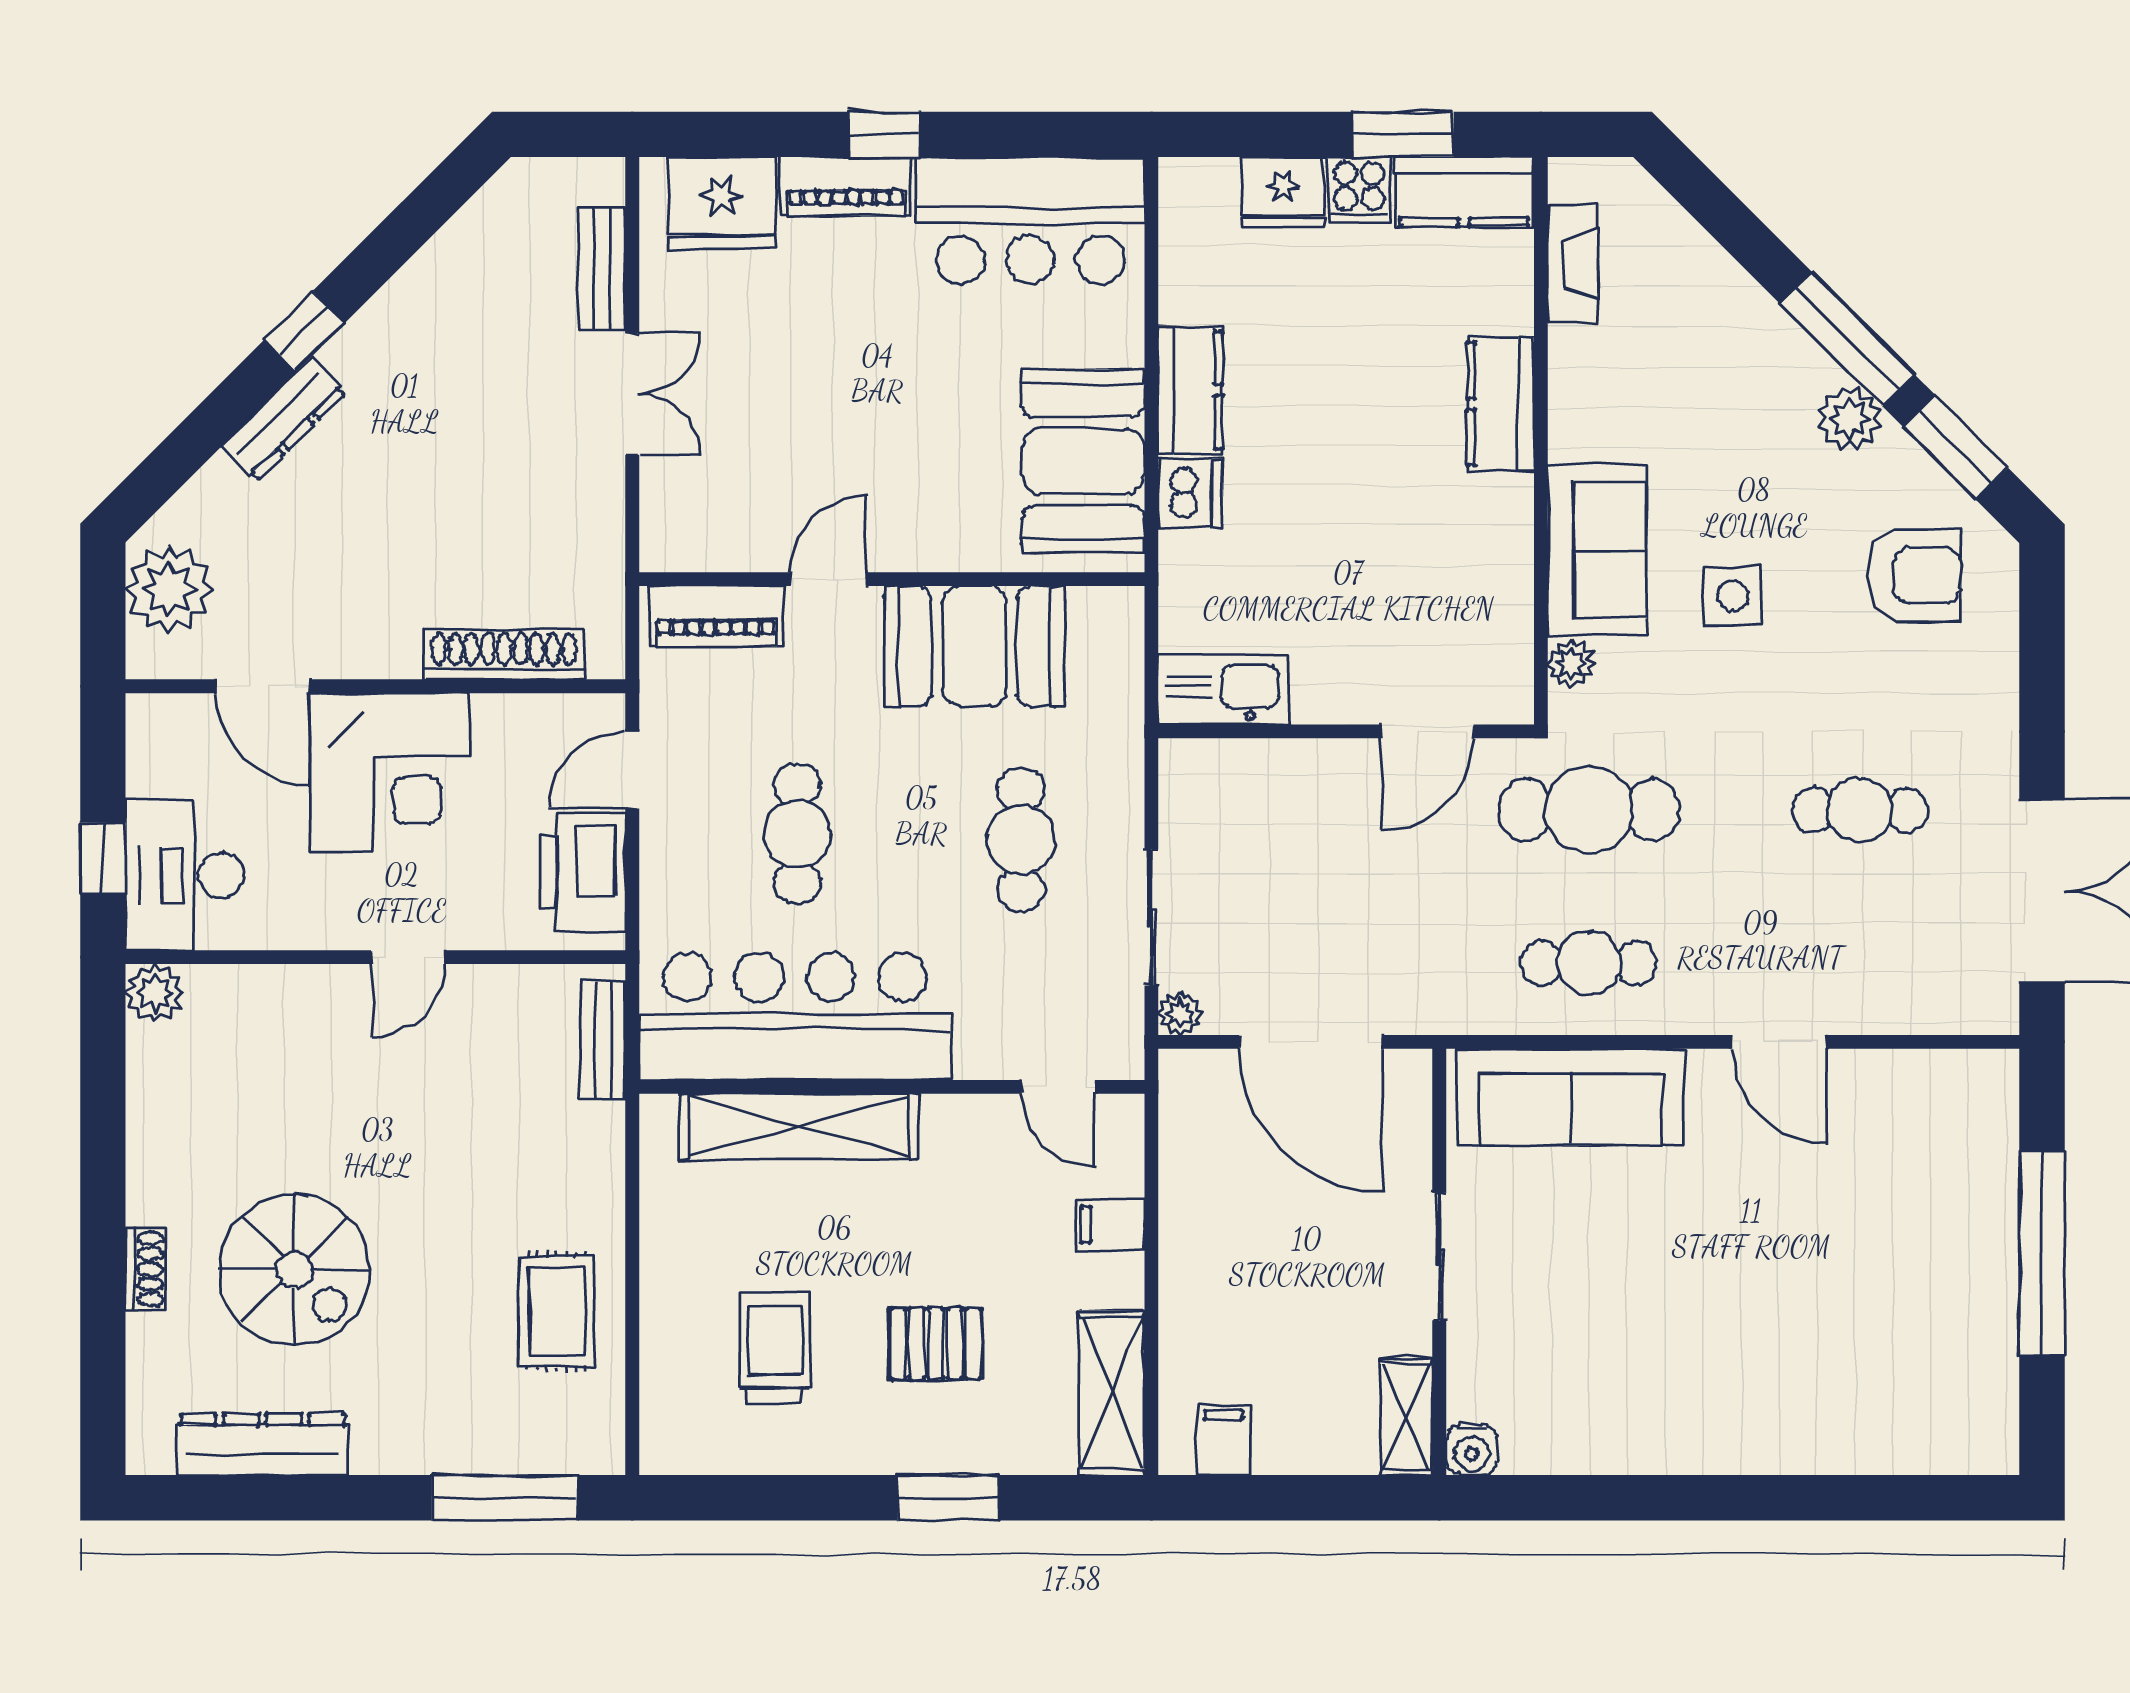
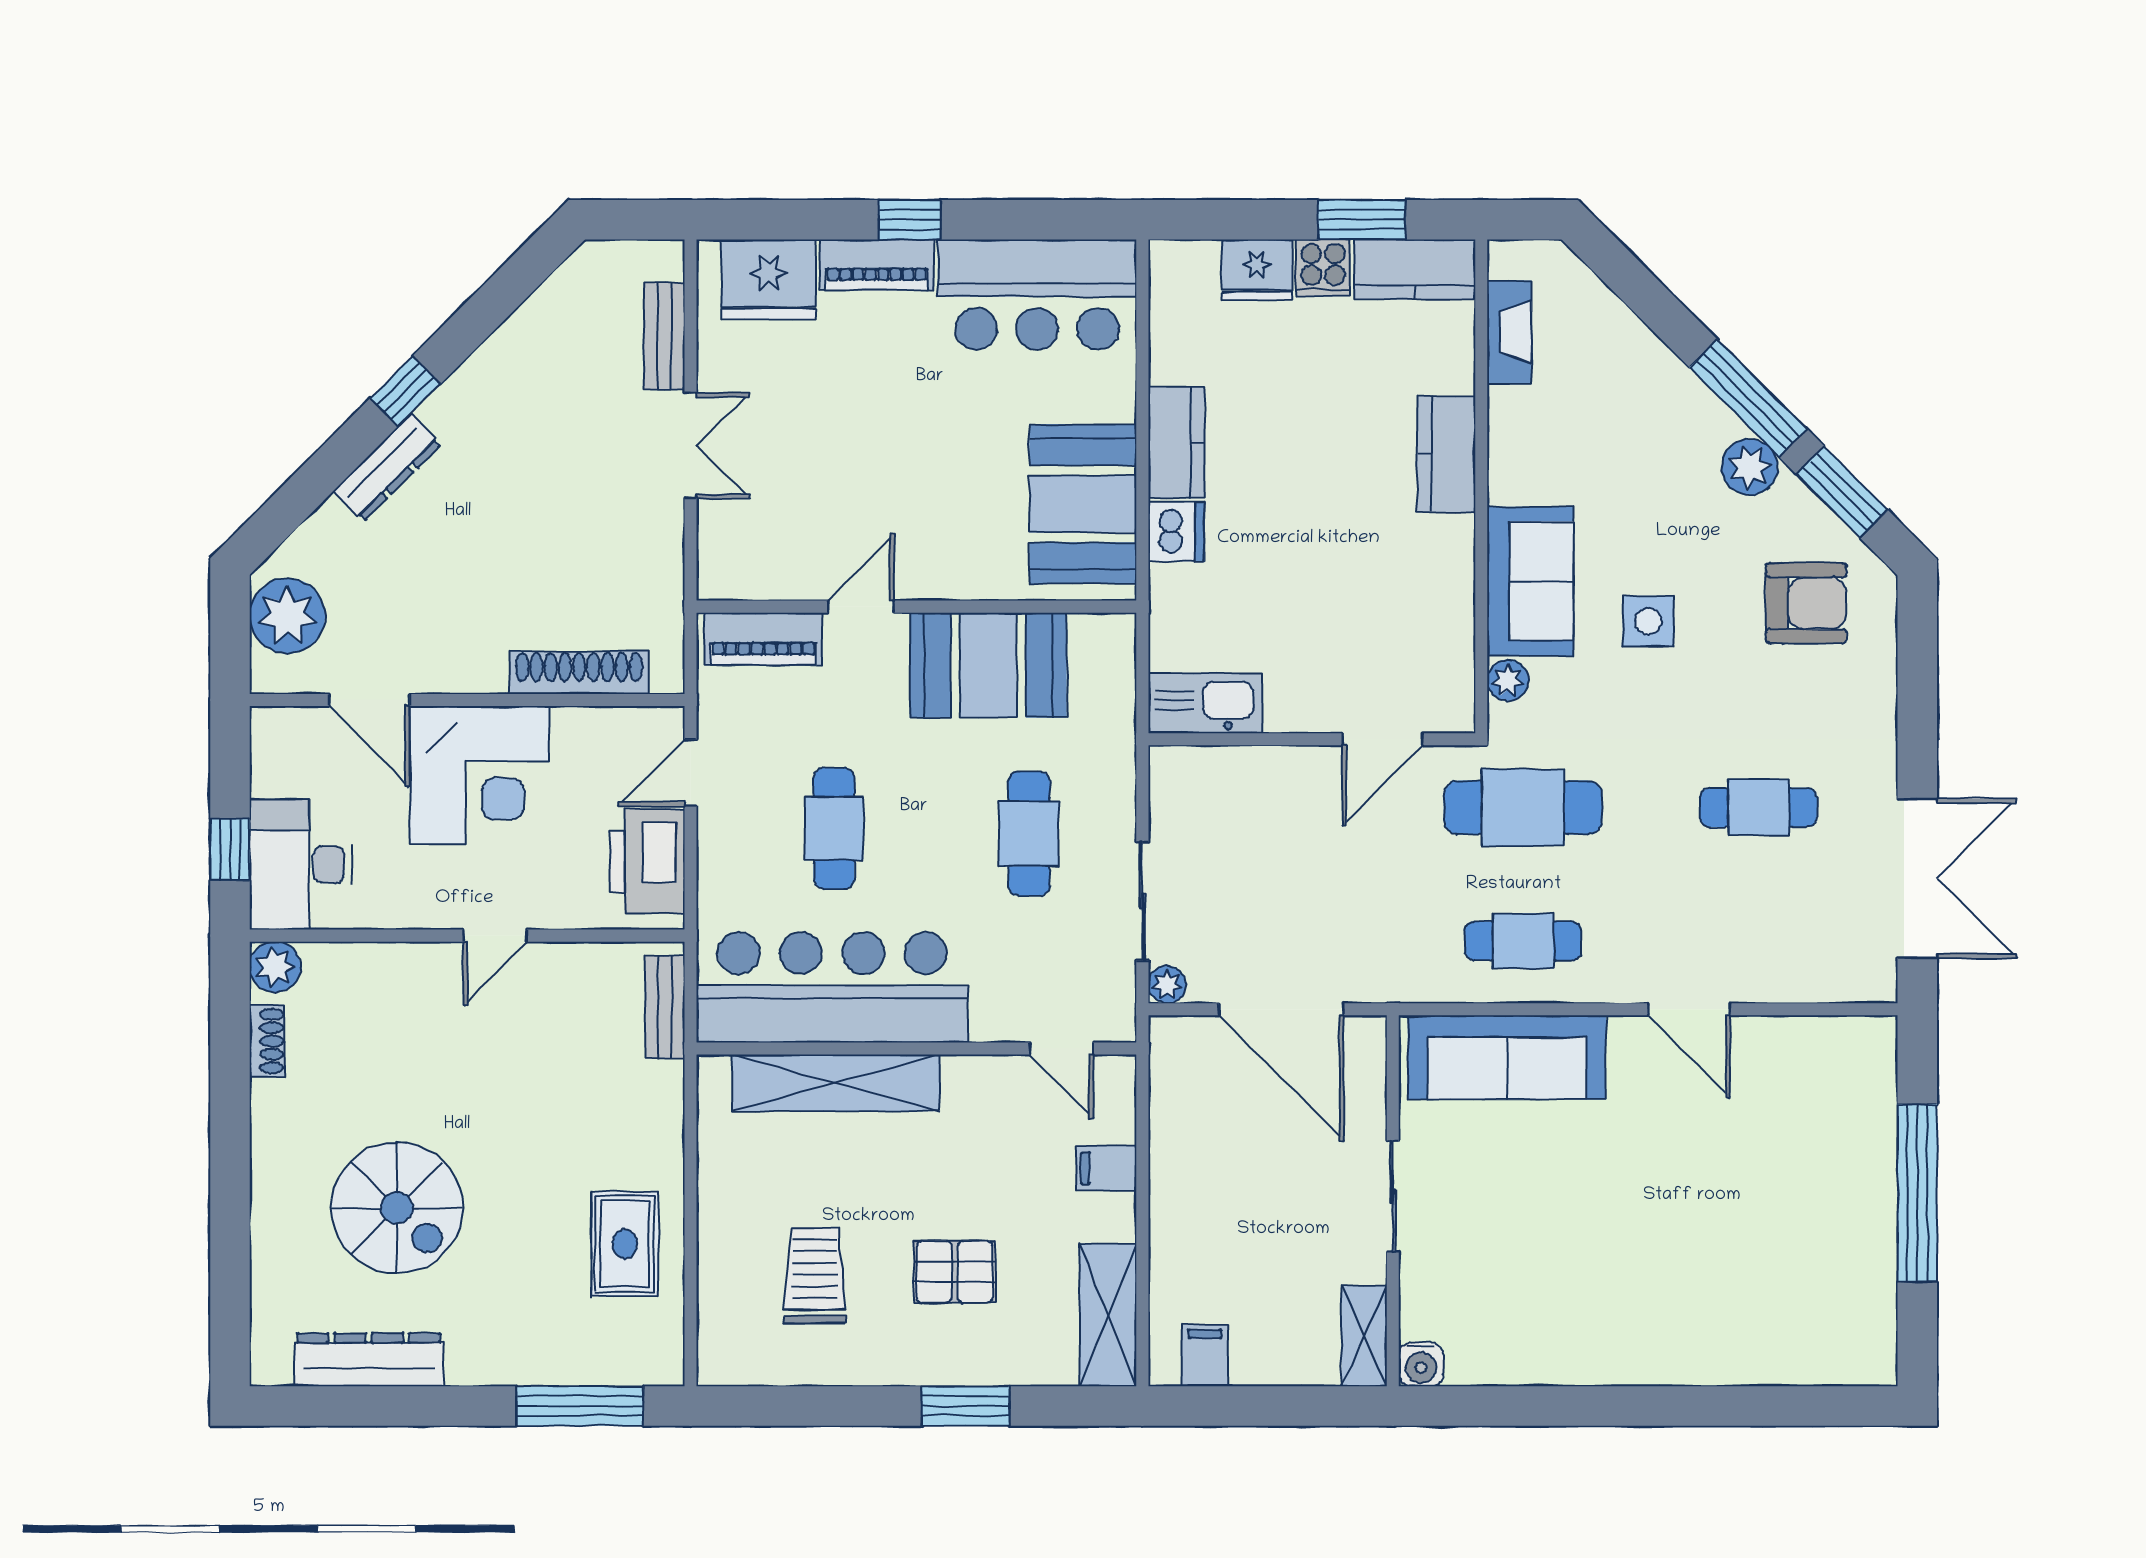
shoe rack: (146, 1269) -> (267, 1041), moved

